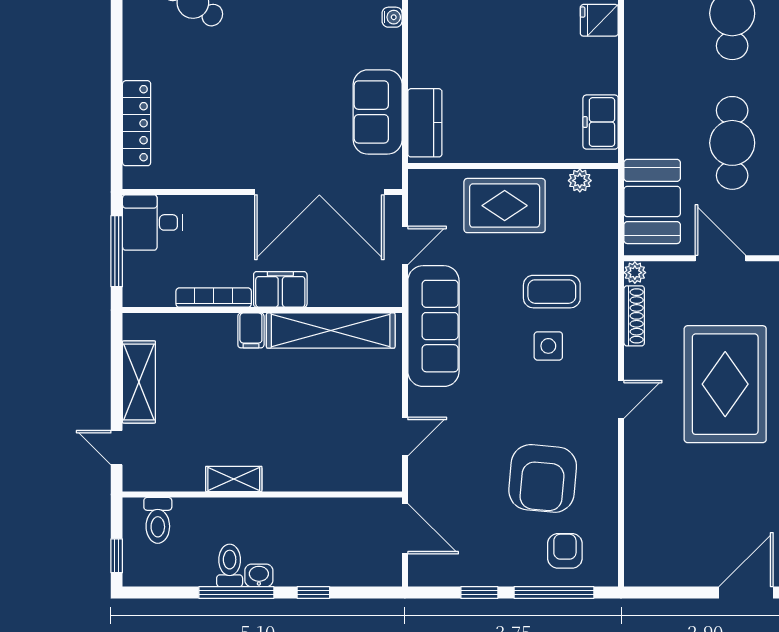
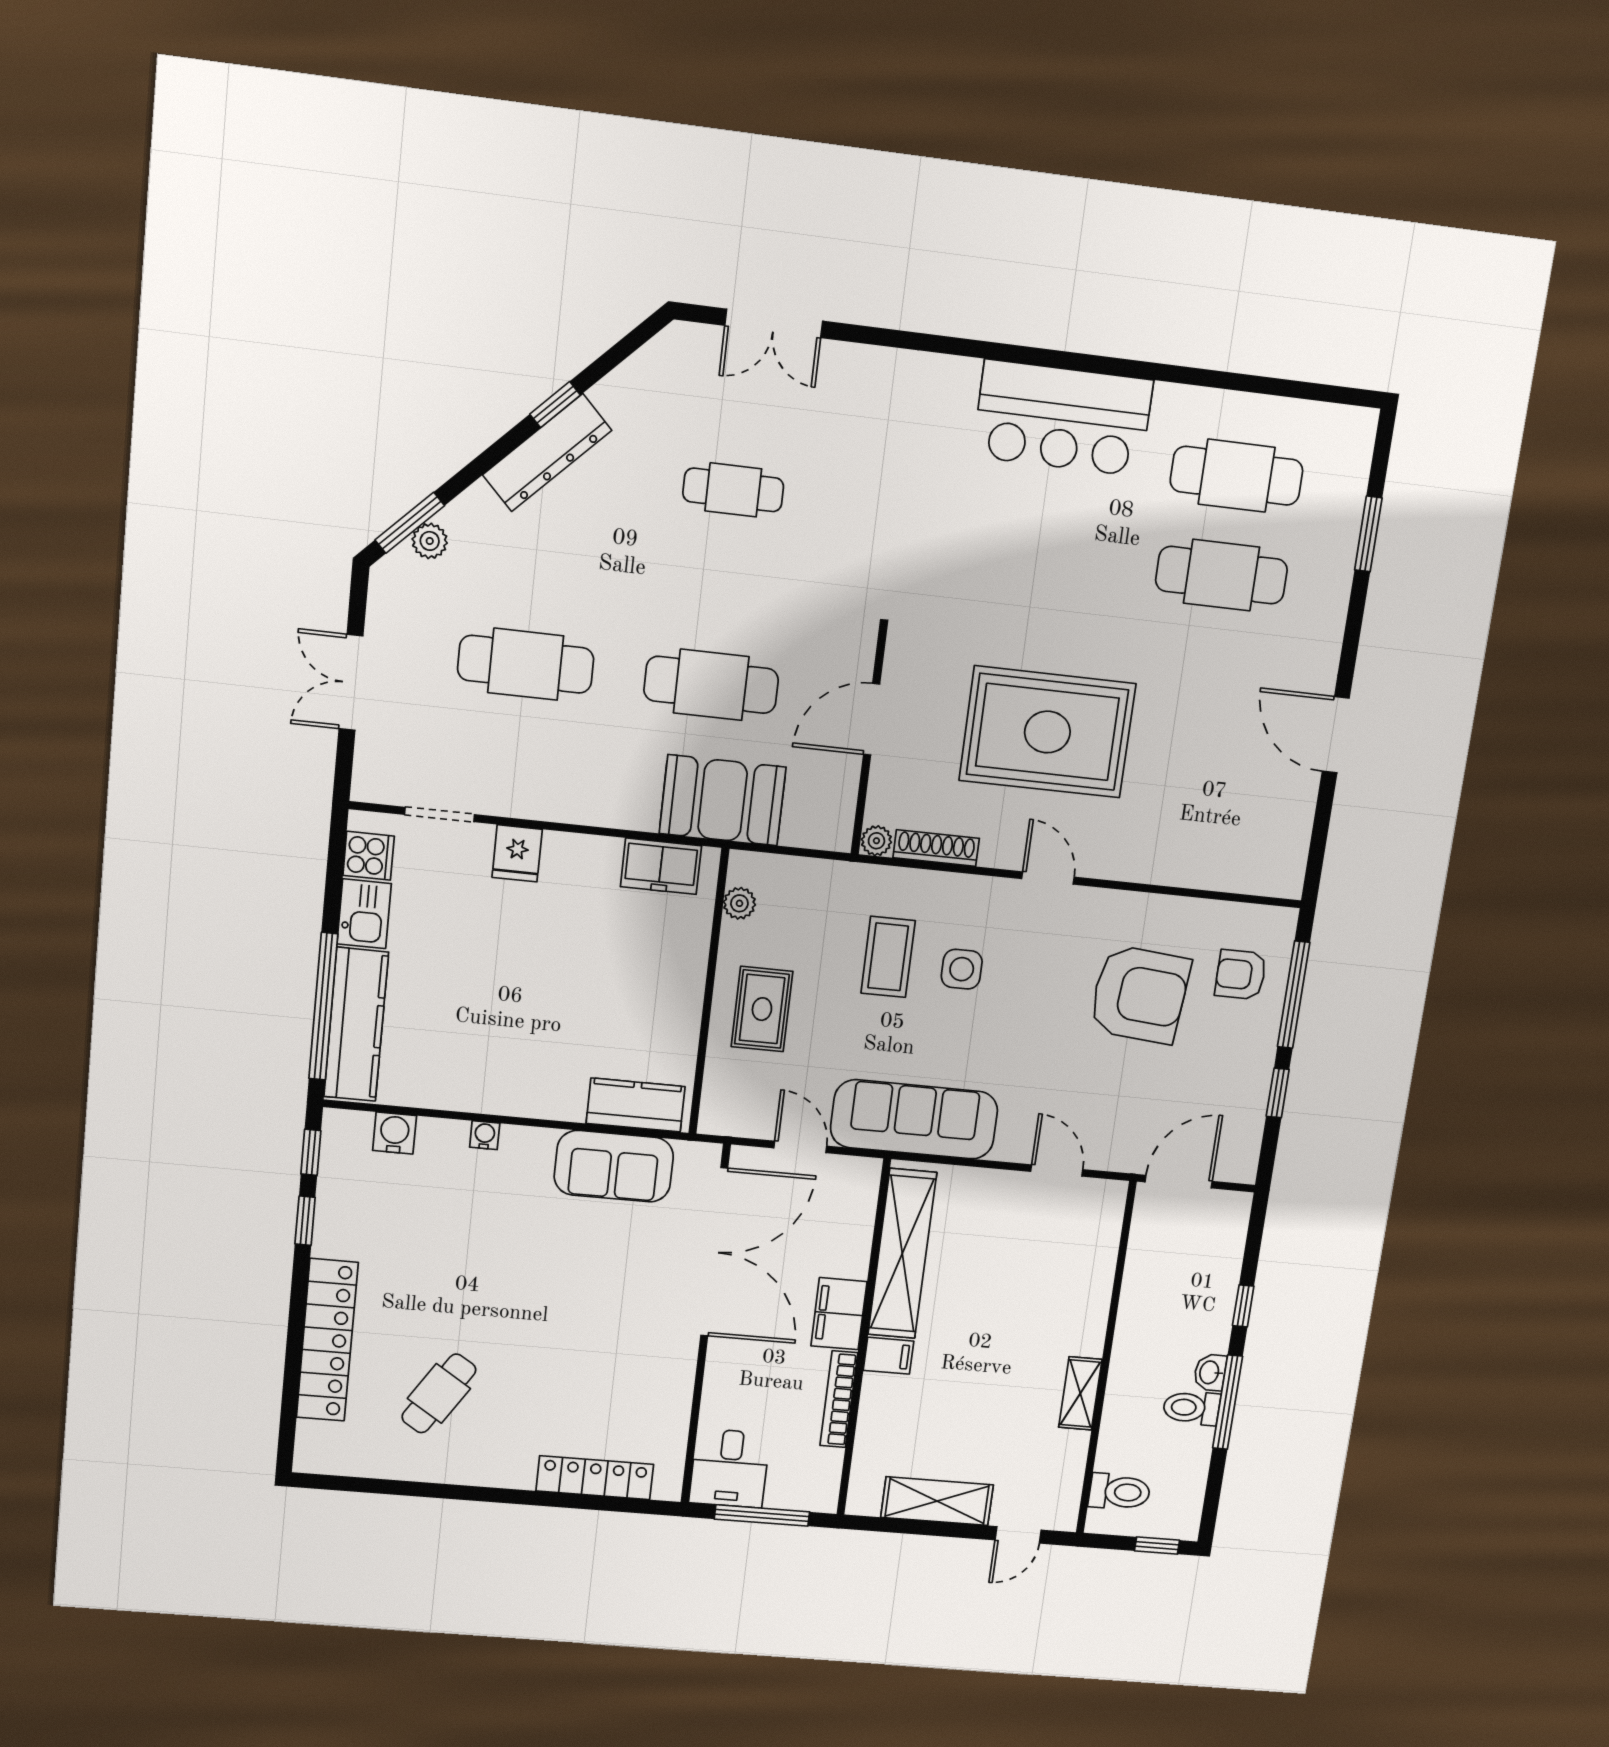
booth: (652, 201) -> (723, 800), moved
rug: (505, 206) -> (762, 1009), width x0.73, depth x0.70

